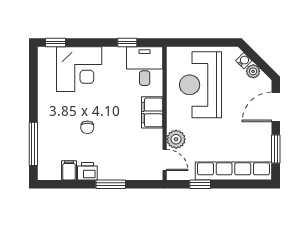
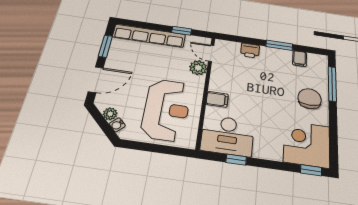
desk: (145, 66) -> (227, 136), width x1.37
corner desk: (79, 69) -> (307, 144), moved
filing cabinet: (152, 112) -> (217, 99), width x0.50
chair: (87, 127) -> (310, 99), moved, width x1.87, depth x1.87
printer: (87, 171) -> (250, 51), moved
window: (111, 184) -> (279, 45), moved

